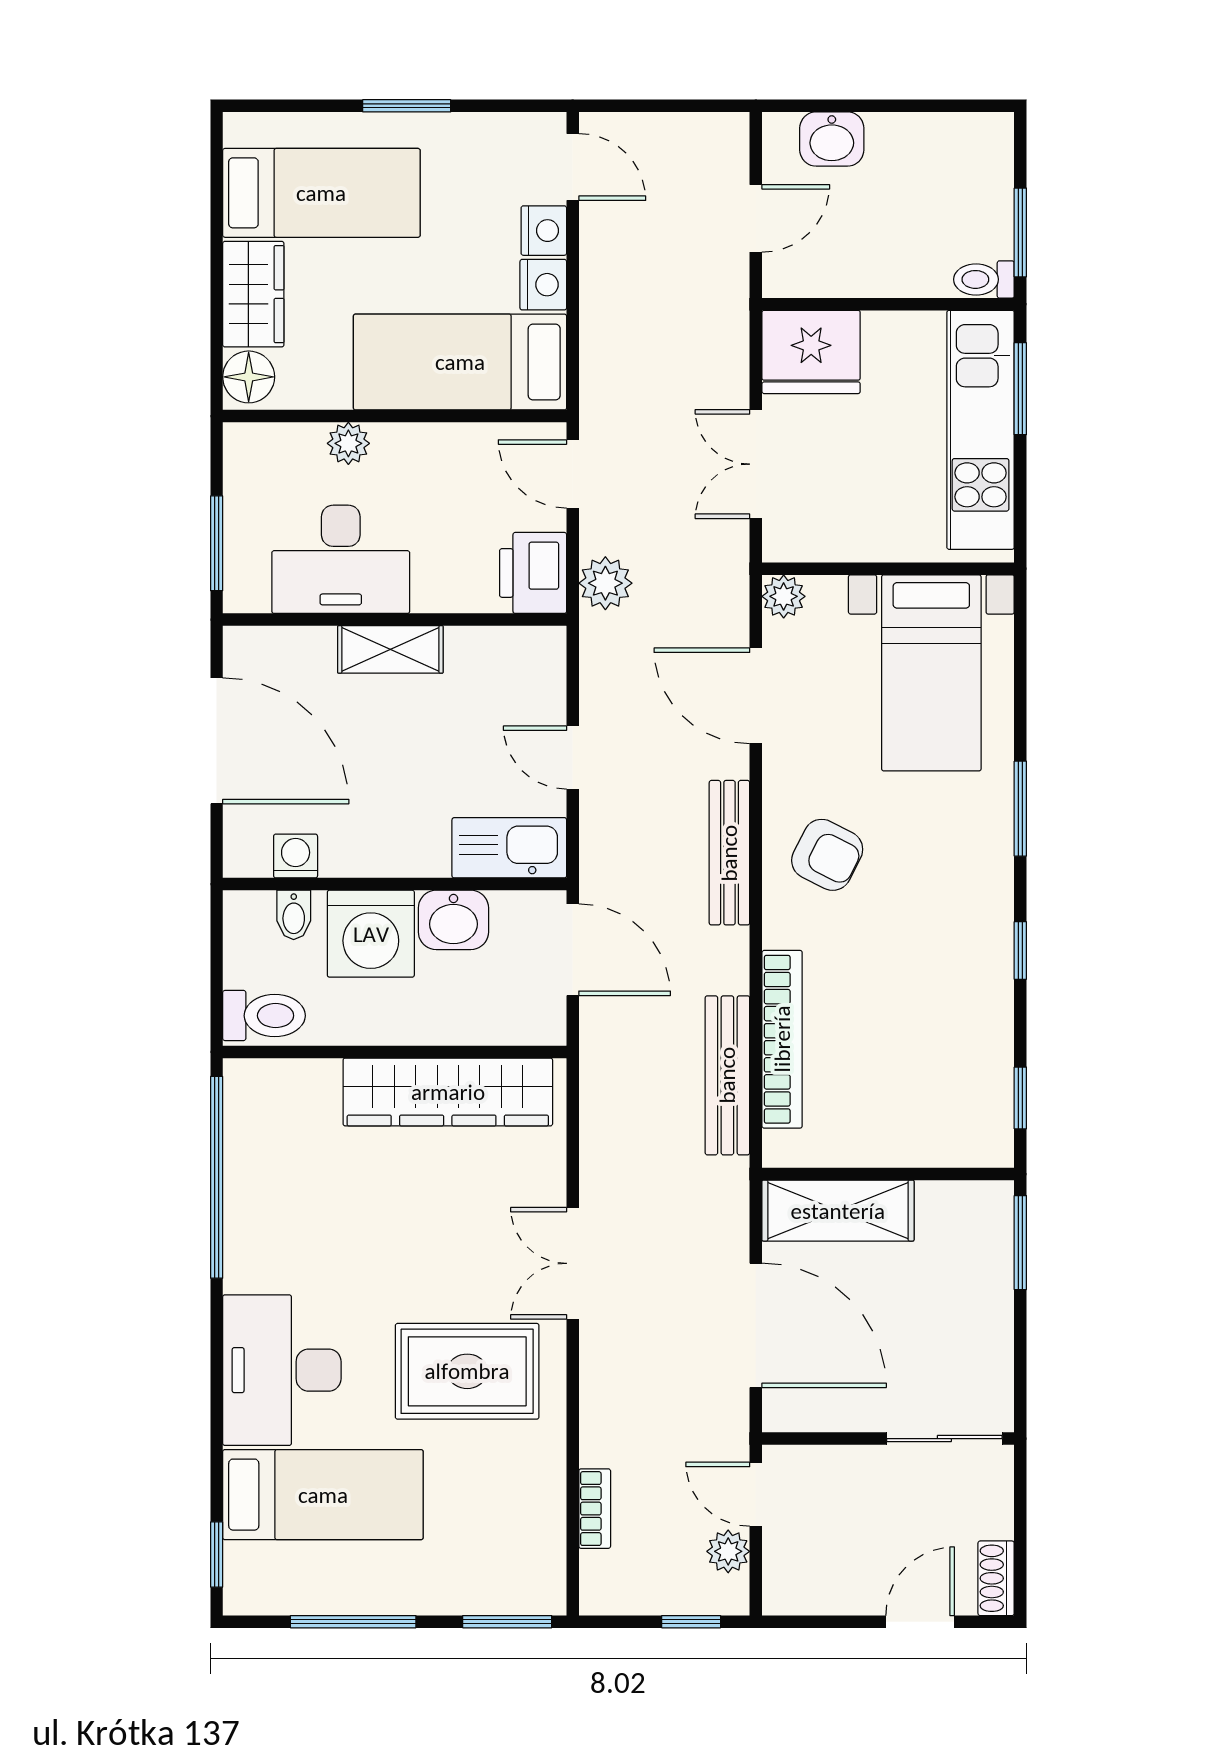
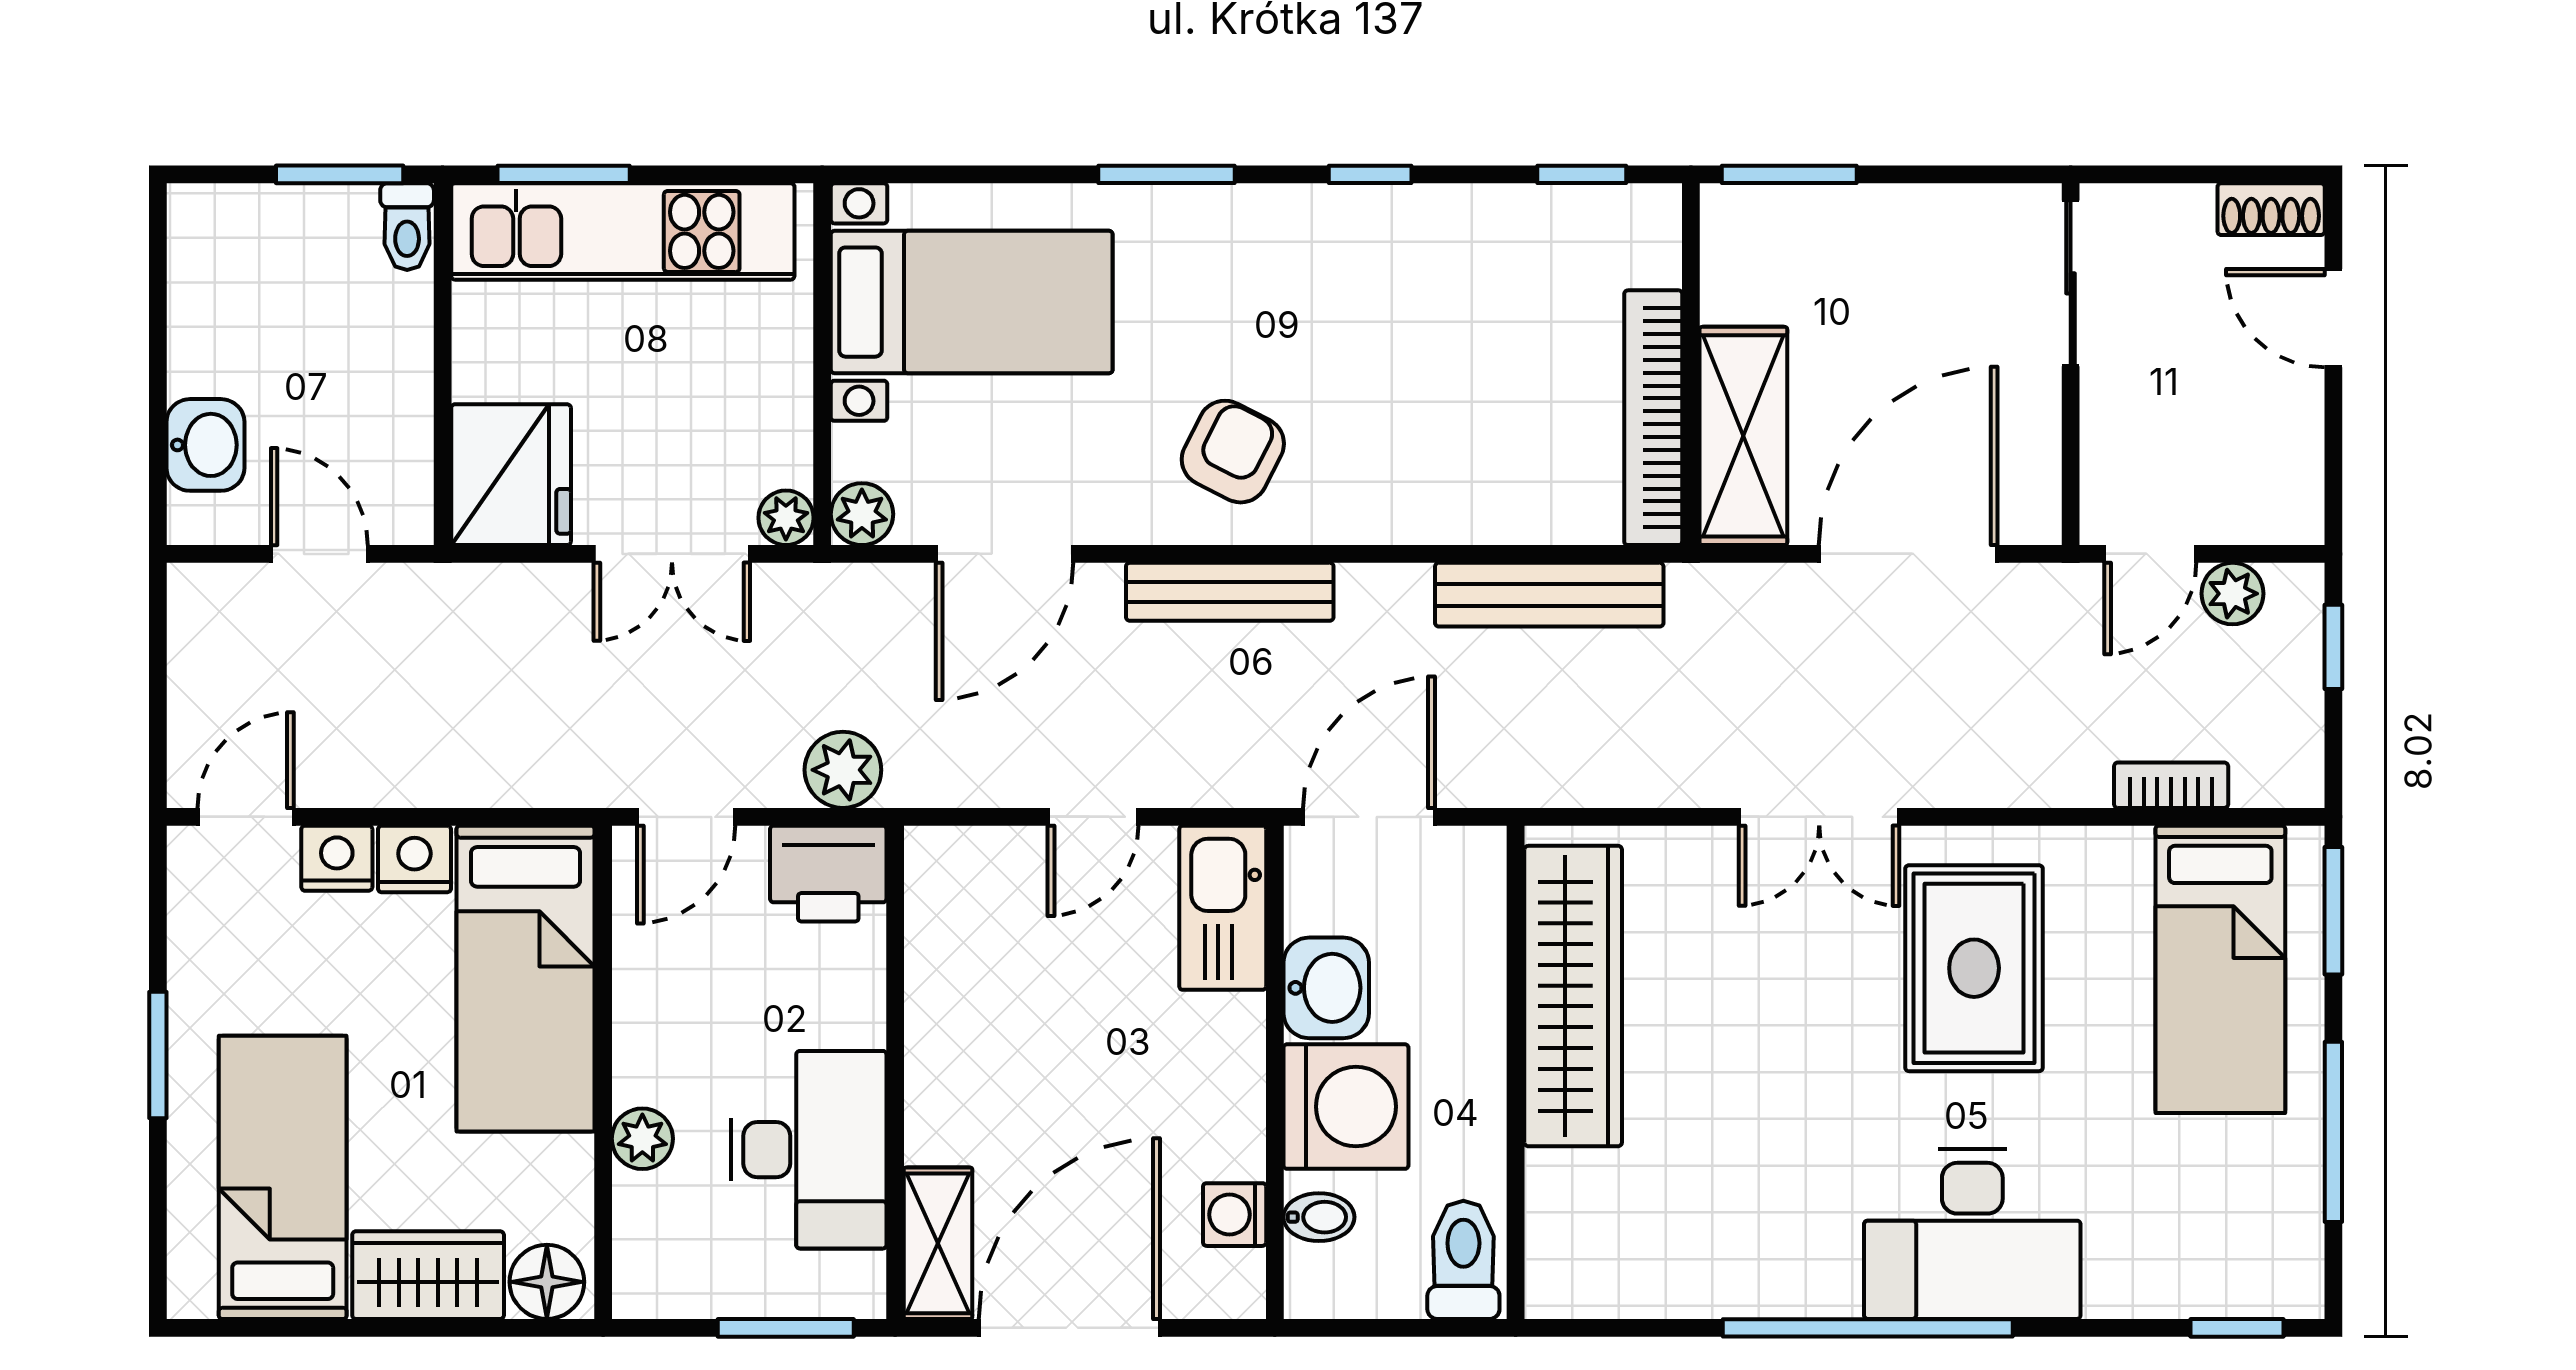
plant: (781, 544) -> (786, 518), added
shelving: (390, 649) -> (938, 1243), moved
bookcase: (782, 1039) -> (1653, 418), moved, turned -90
window: (217, 1177) -> (1868, 1328), moved
bed: (323, 1495) -> (2220, 969), moved, turned 180

